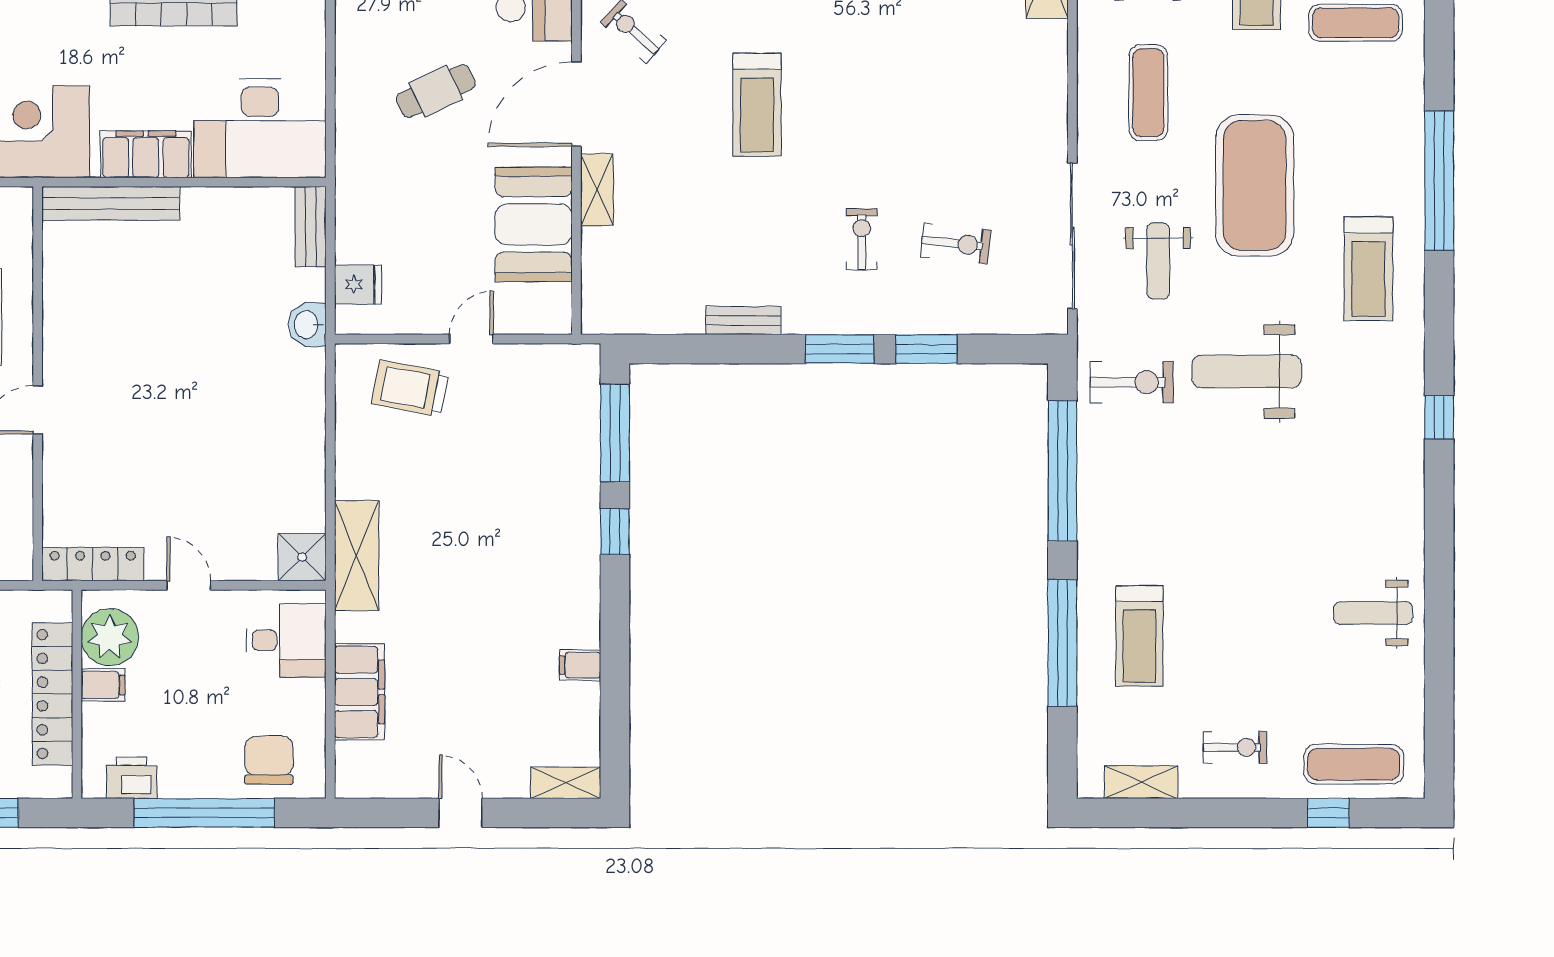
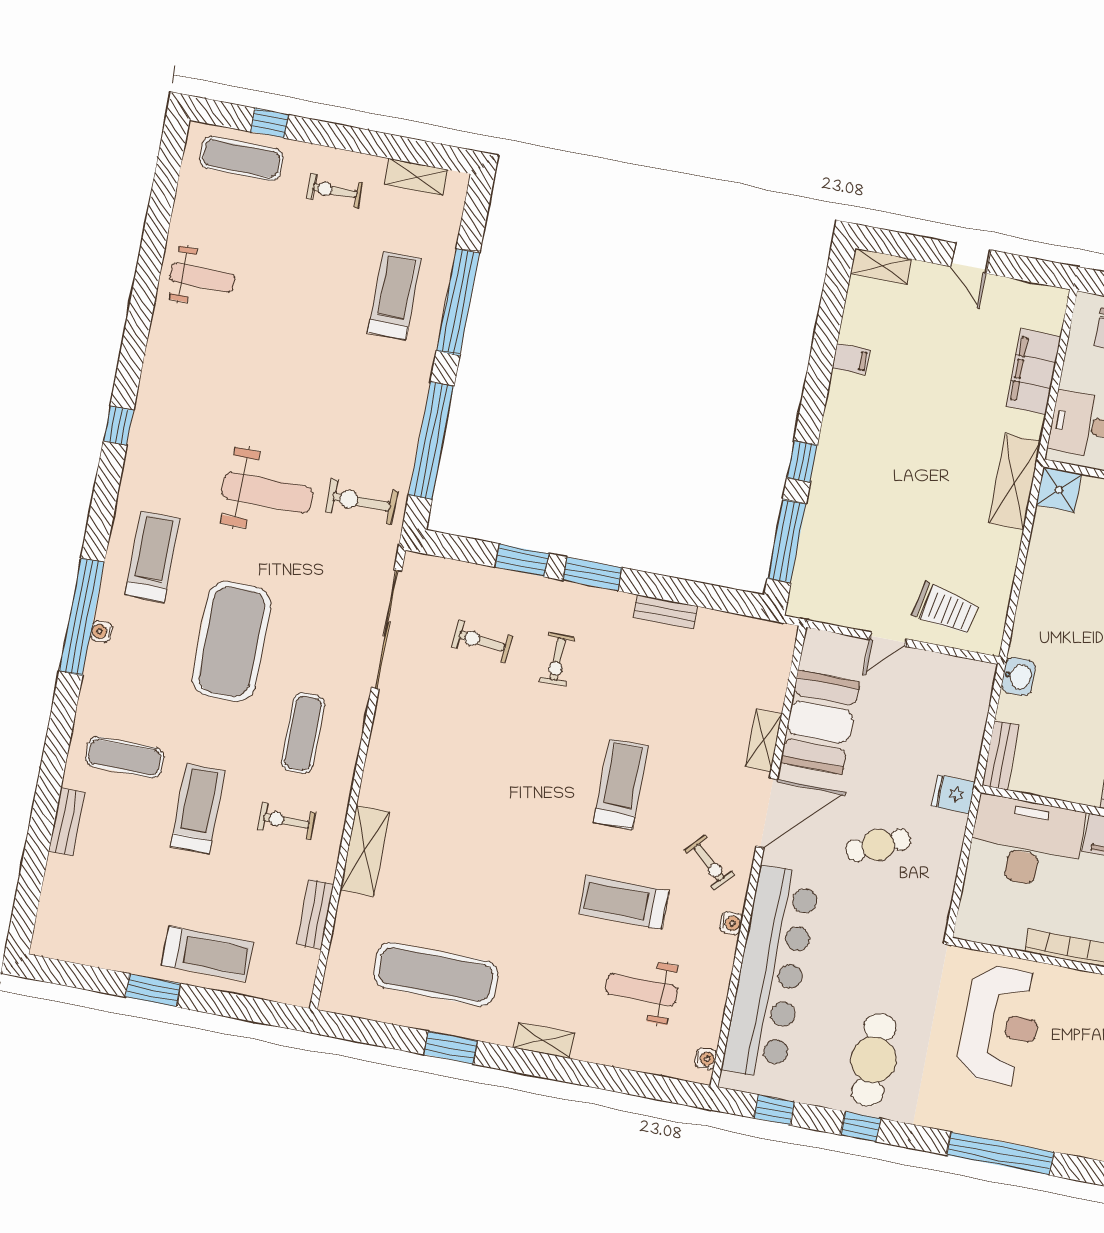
water cooler: (1413, 167) -> (101, 632), added
weight bench: (1158, 261) -> (321, 595), removed
fridge: (358, 285) -> (953, 794), moved

